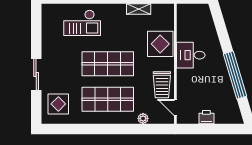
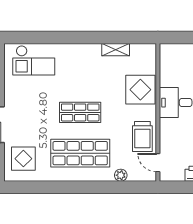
checkout: (82, 23) -> (34, 60), moved
shop shelf: (108, 64) -> (80, 112), width x0.70, depth x0.74

